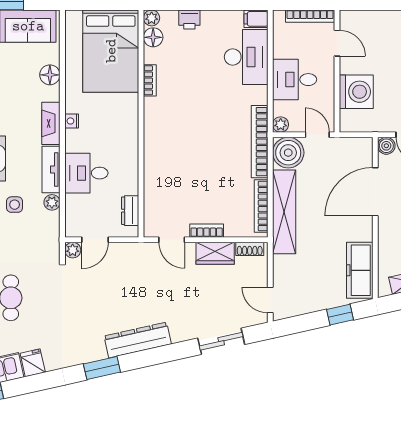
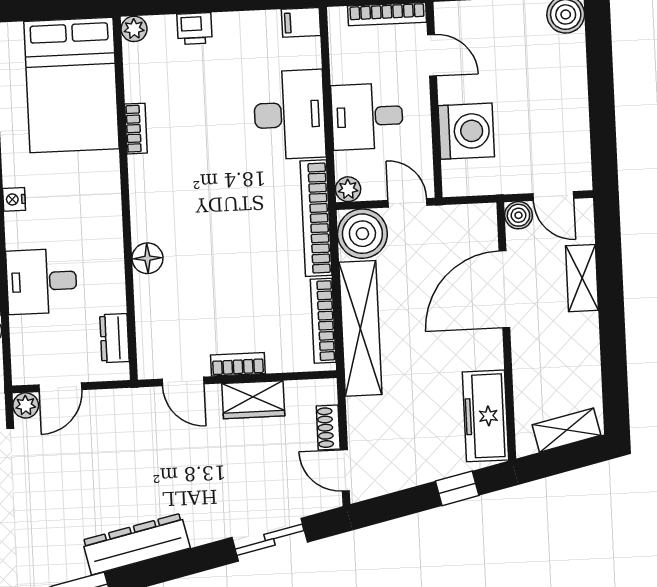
floor lamp: (153, 37) -> (147, 258), moved
desk: (246, 57) -> (289, 115), moved
shoe rack: (250, 249) -> (328, 428), moved, turned 90

